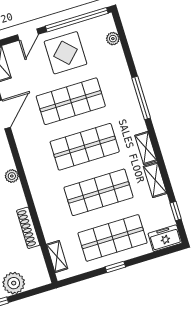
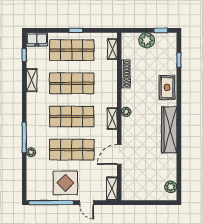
door: (28, 35) -> (87, 203), swing flipped
plant: (113, 39) -> (31, 152), moved
shelving: (146, 148) -> (112, 119), moved

